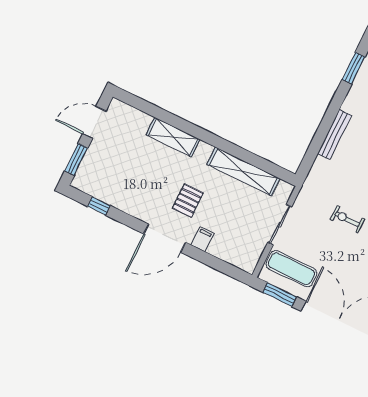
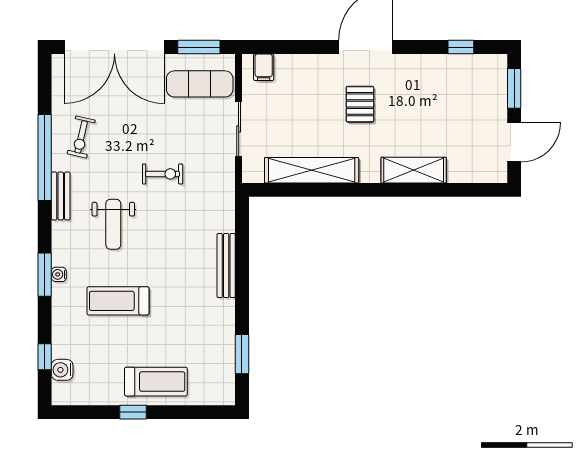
filing cabinet: (202, 239) -> (264, 67), moved

